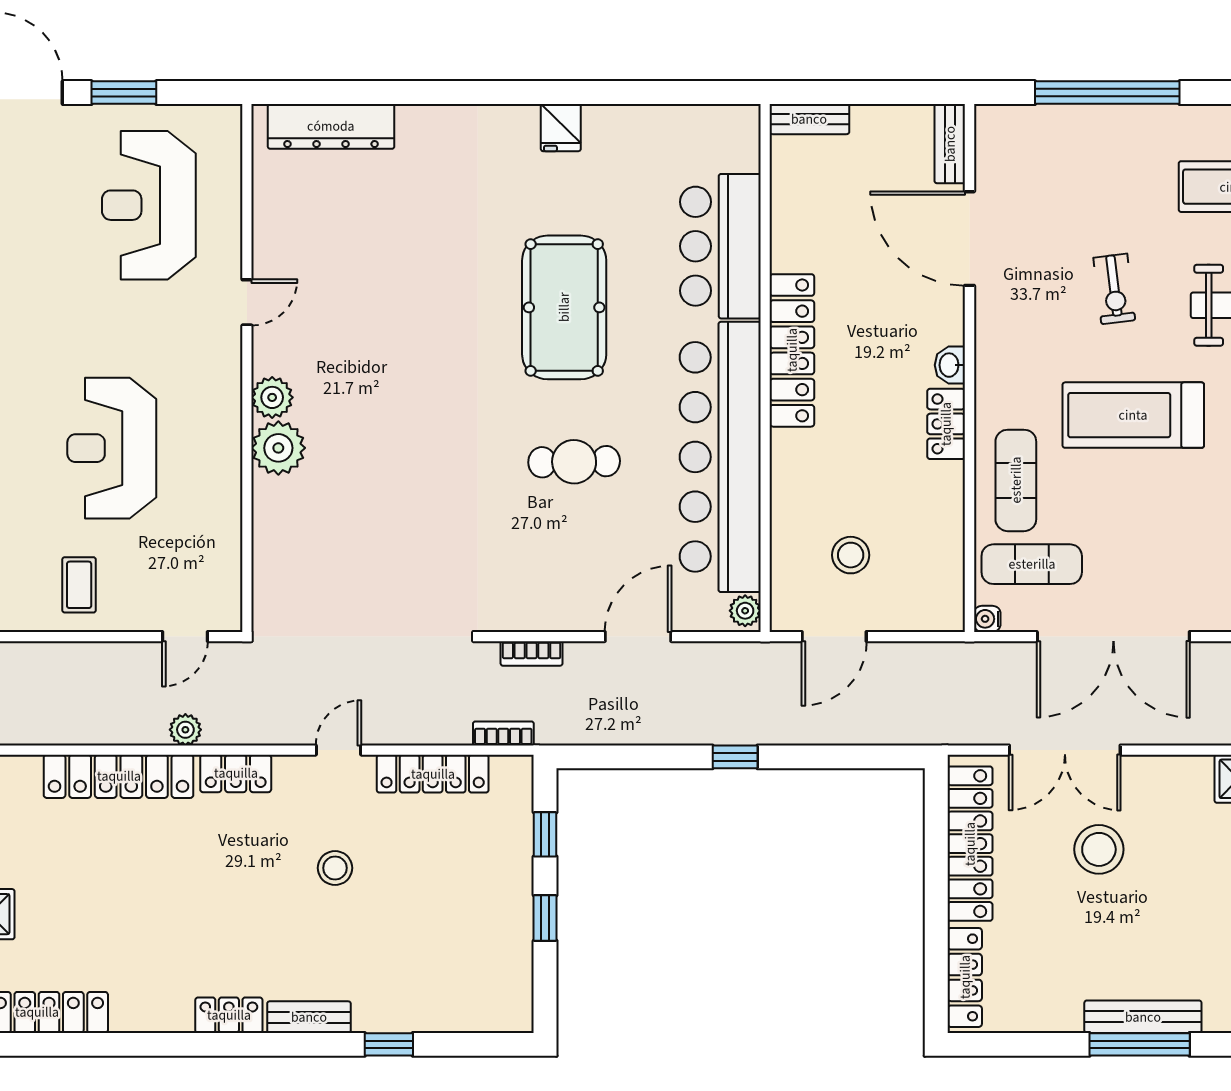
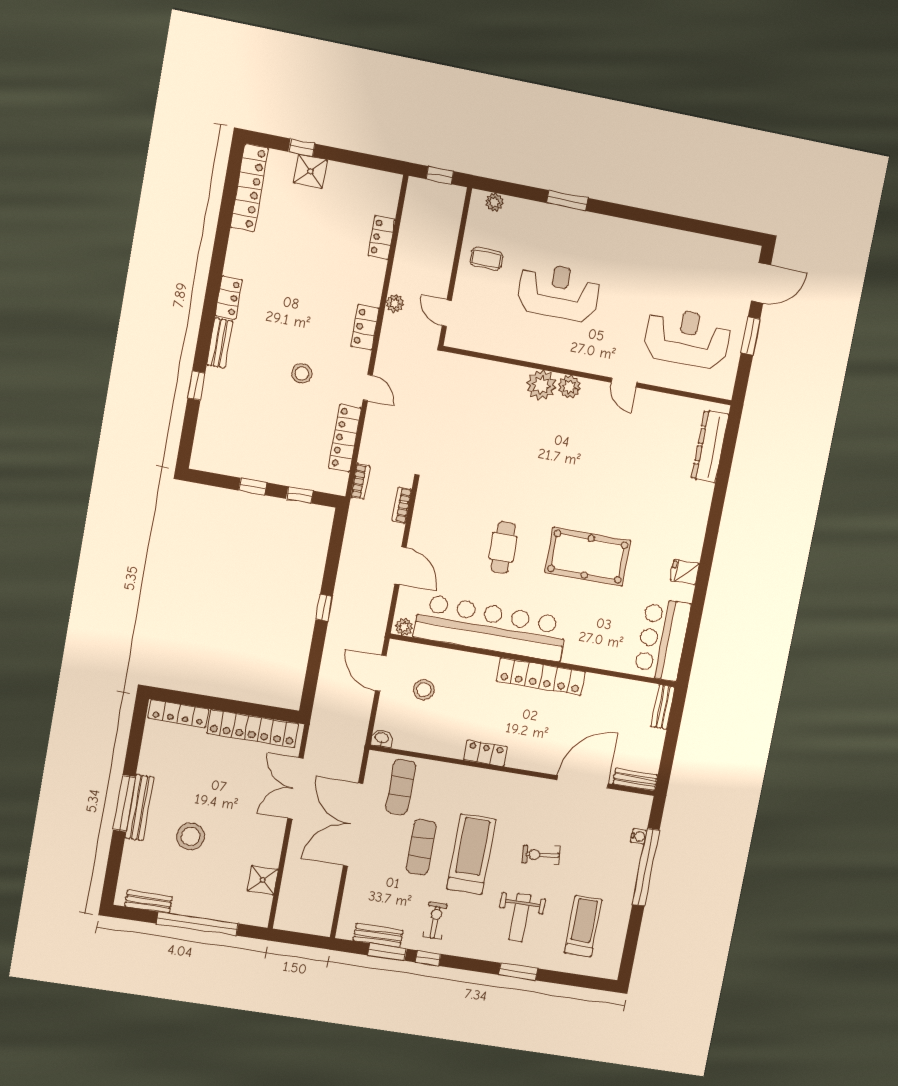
bar counter: (720, 246) -> (662, 639), moved, turned -90
washbasin: (950, 365) -> (382, 738), moved
exercise mat: (1016, 480) -> (421, 847), moved, turned 90
water cooler: (987, 619) -> (639, 836), moved, turned 90
locker: (119, 776) -> (382, 237), width x0.46, depth x0.83
stool: (1099, 849) -> (191, 836), moved

